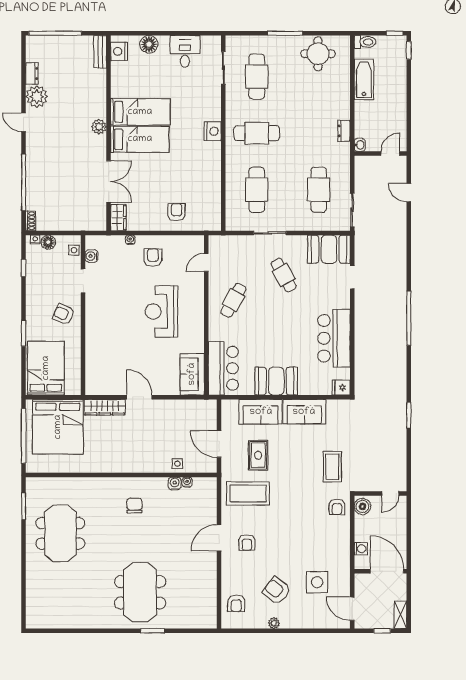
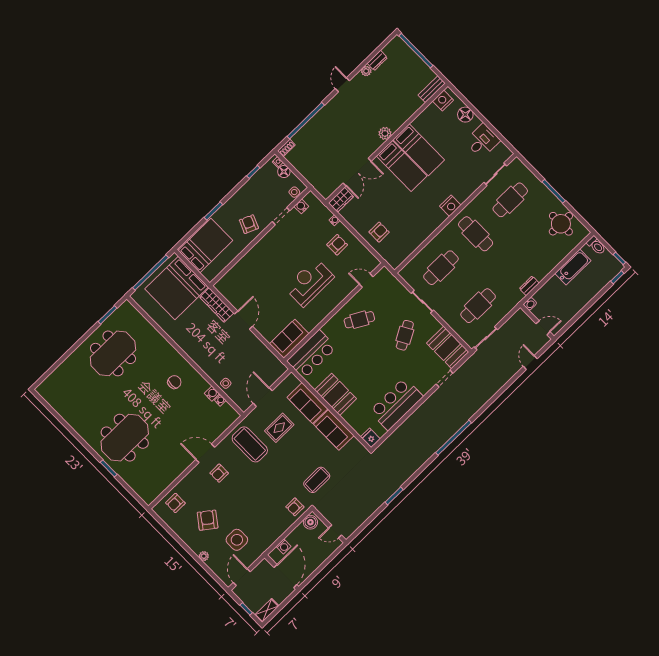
plant: (37, 97) -> (366, 71), width x0.53, depth x0.53
plant: (274, 623) -> (204, 556), moved

